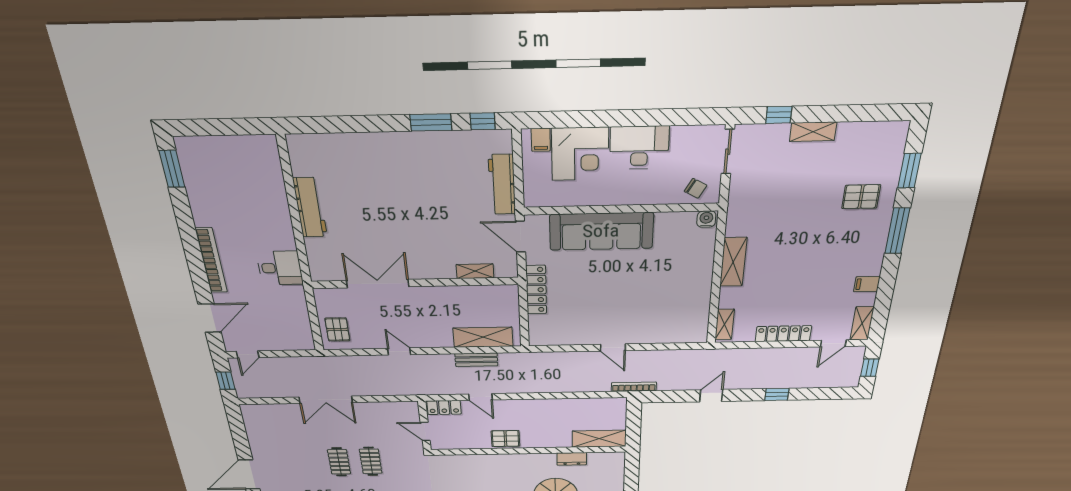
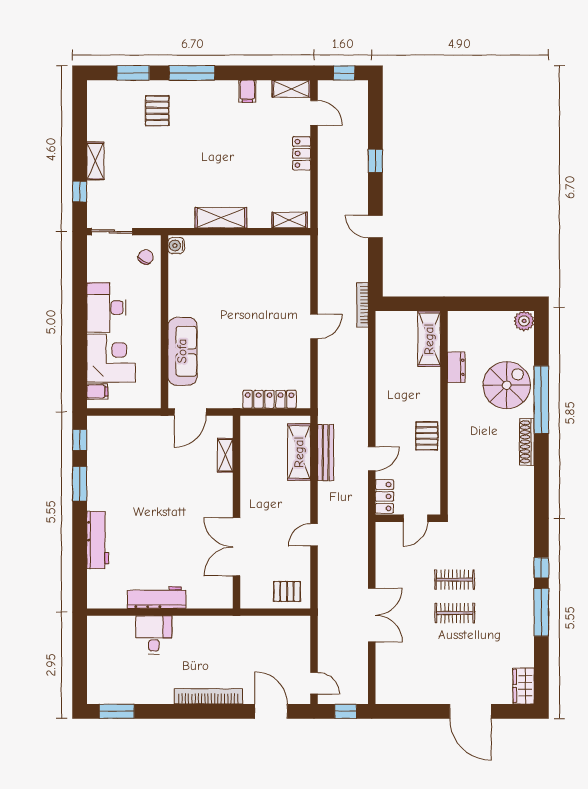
workbench: (502, 185) -> (98, 540), moved, turned -90
sofa: (601, 231) -> (182, 351), width x0.74, depth x0.79
desk: (280, 268) -> (154, 635), moved
locker: (536, 290) -> (270, 399), moved
locker: (783, 334) -> (302, 153), width x0.66
bench: (476, 360) -> (326, 453), width x1.36

